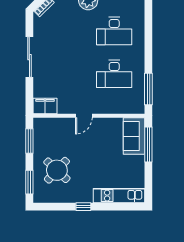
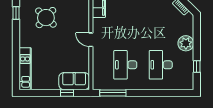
window: (148, 145) -> (67, 93), width x0.46
window: (83, 207) -> (16, 13), moved

